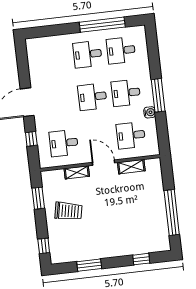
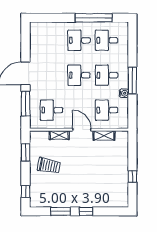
window: (31, 139) -> (26, 104), width x2.17
window: (172, 212) -> (132, 176), width x0.32
window: (141, 259) -> (86, 211), moved

